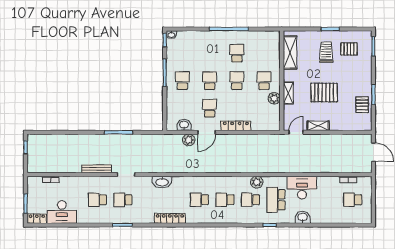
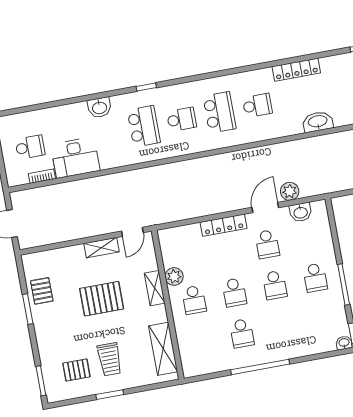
plant: (257, 182) -> (177, 147), removed
desk: (302, 188) -> (75, 158), moved
school desk: (225, 200) -> (219, 112), width x1.85

